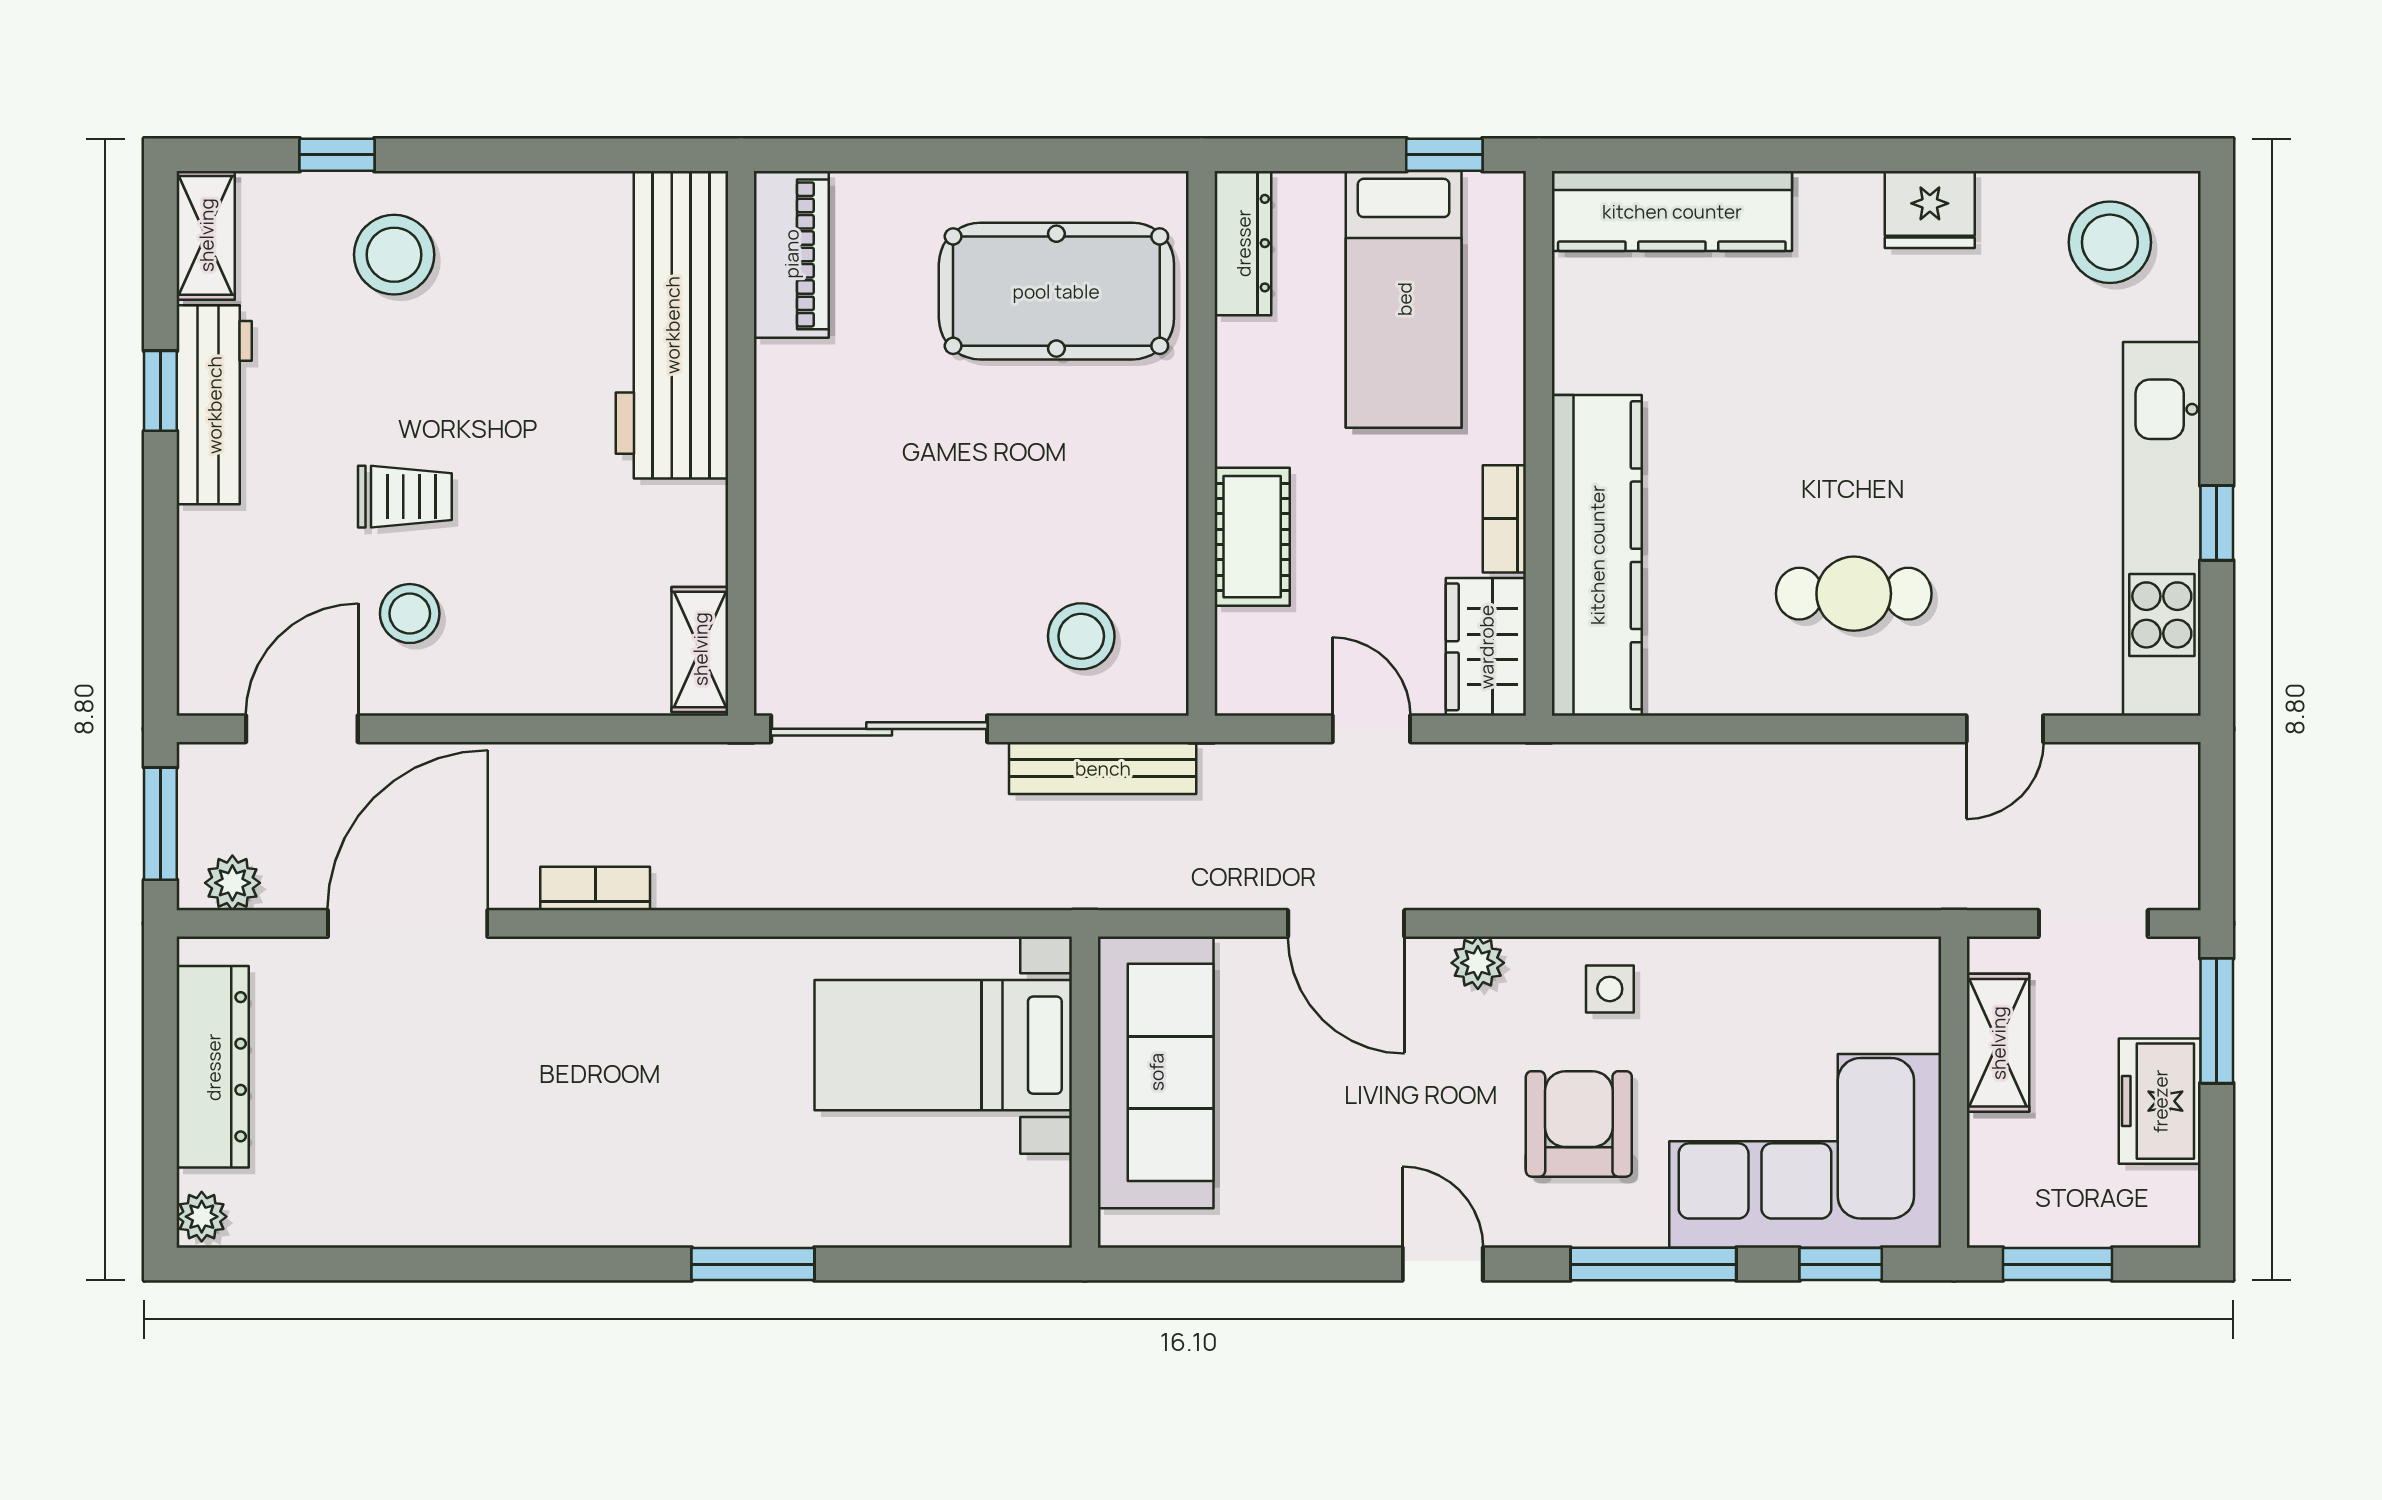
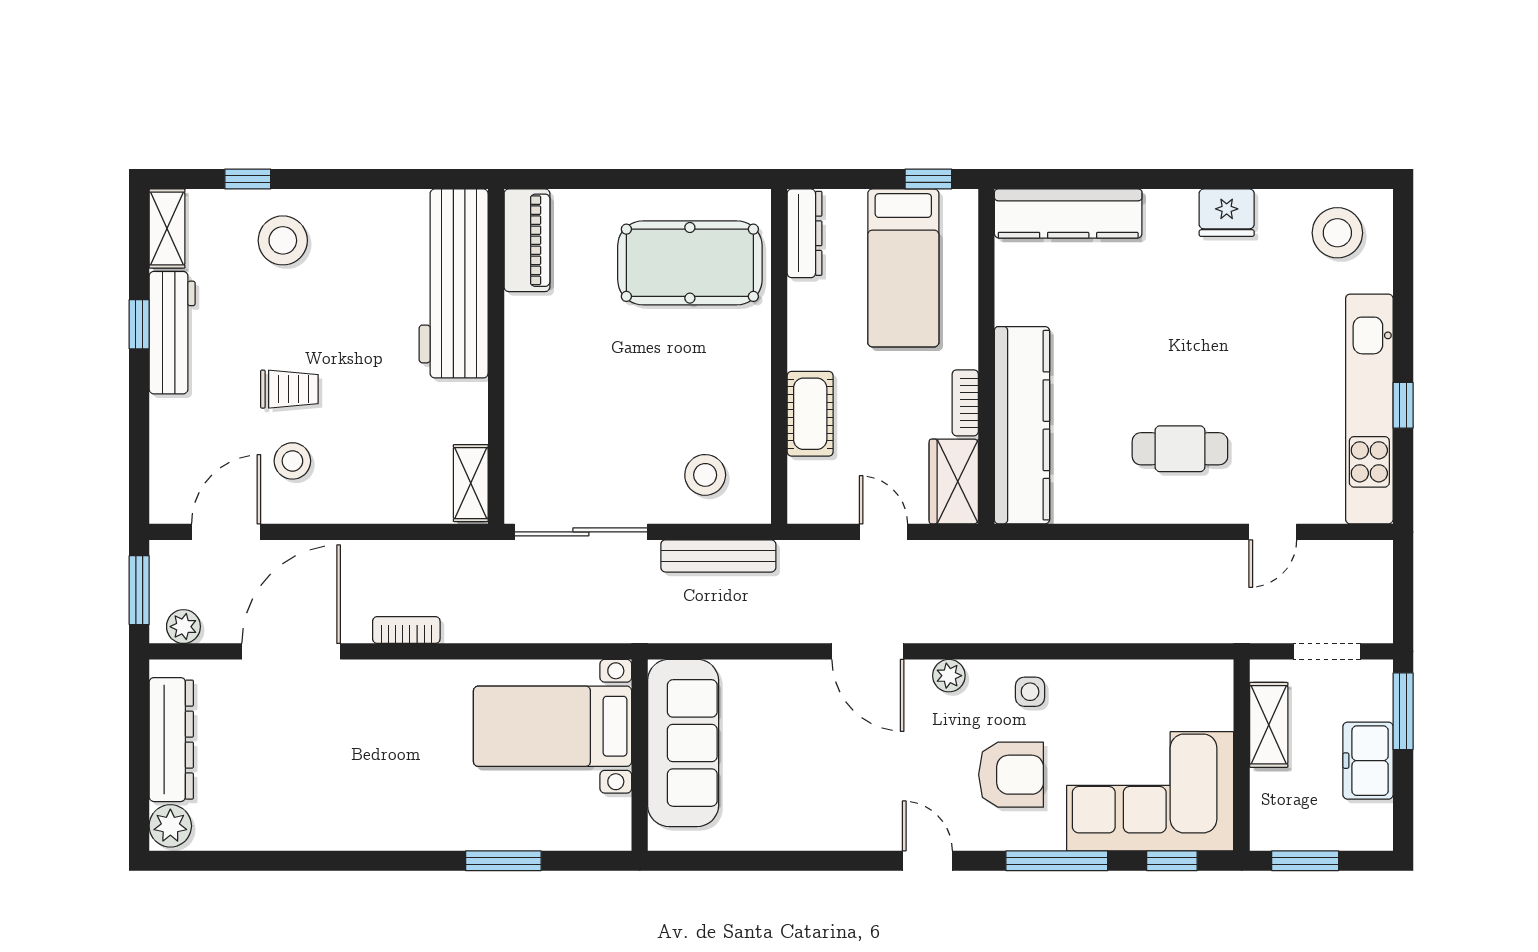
bed with nightstands: (943, 1045) -> (553, 726), moved
sofa: (1156, 1072) -> (683, 743), moved
wall: (1085, 1092) -> (640, 755), moved
armchair: (1579, 1124) -> (1011, 775), turned 90
plant: (202, 1217) -> (170, 826), width x1.38, depth x1.38

